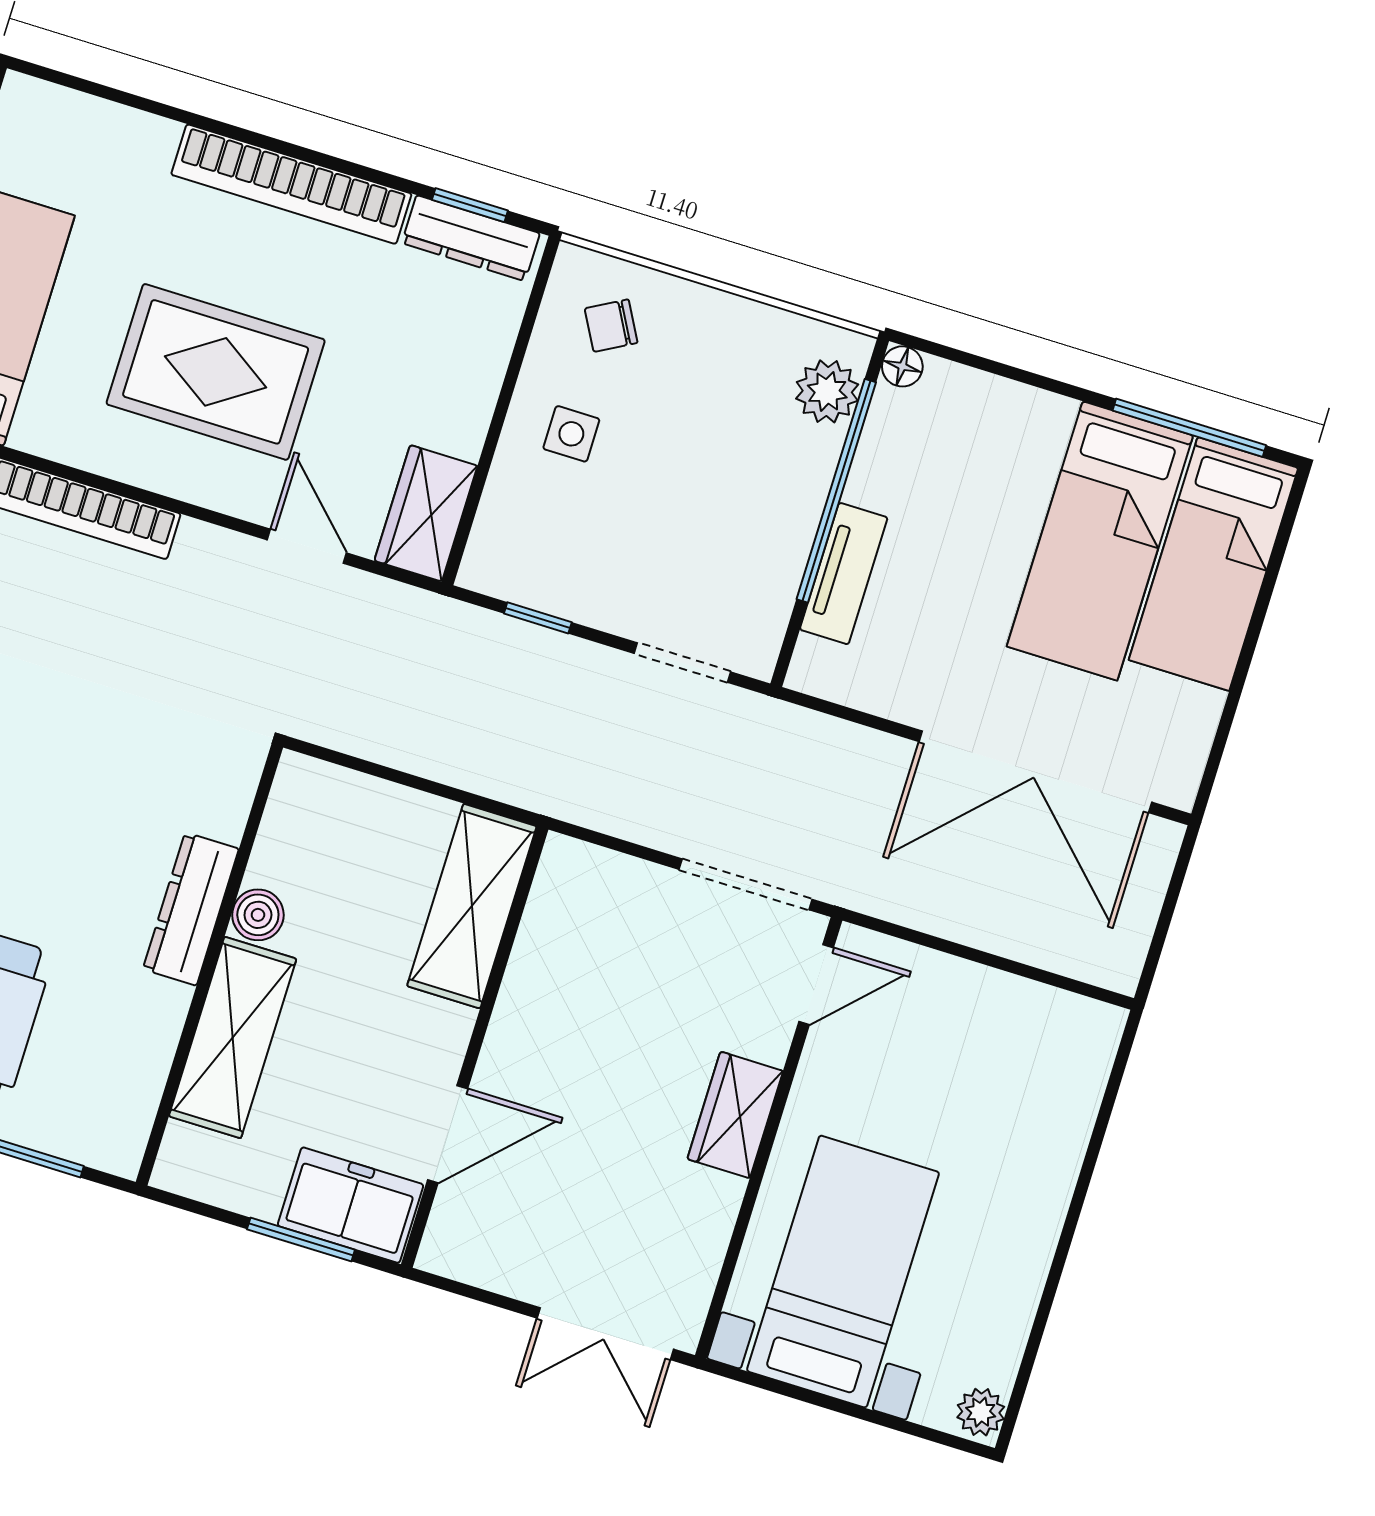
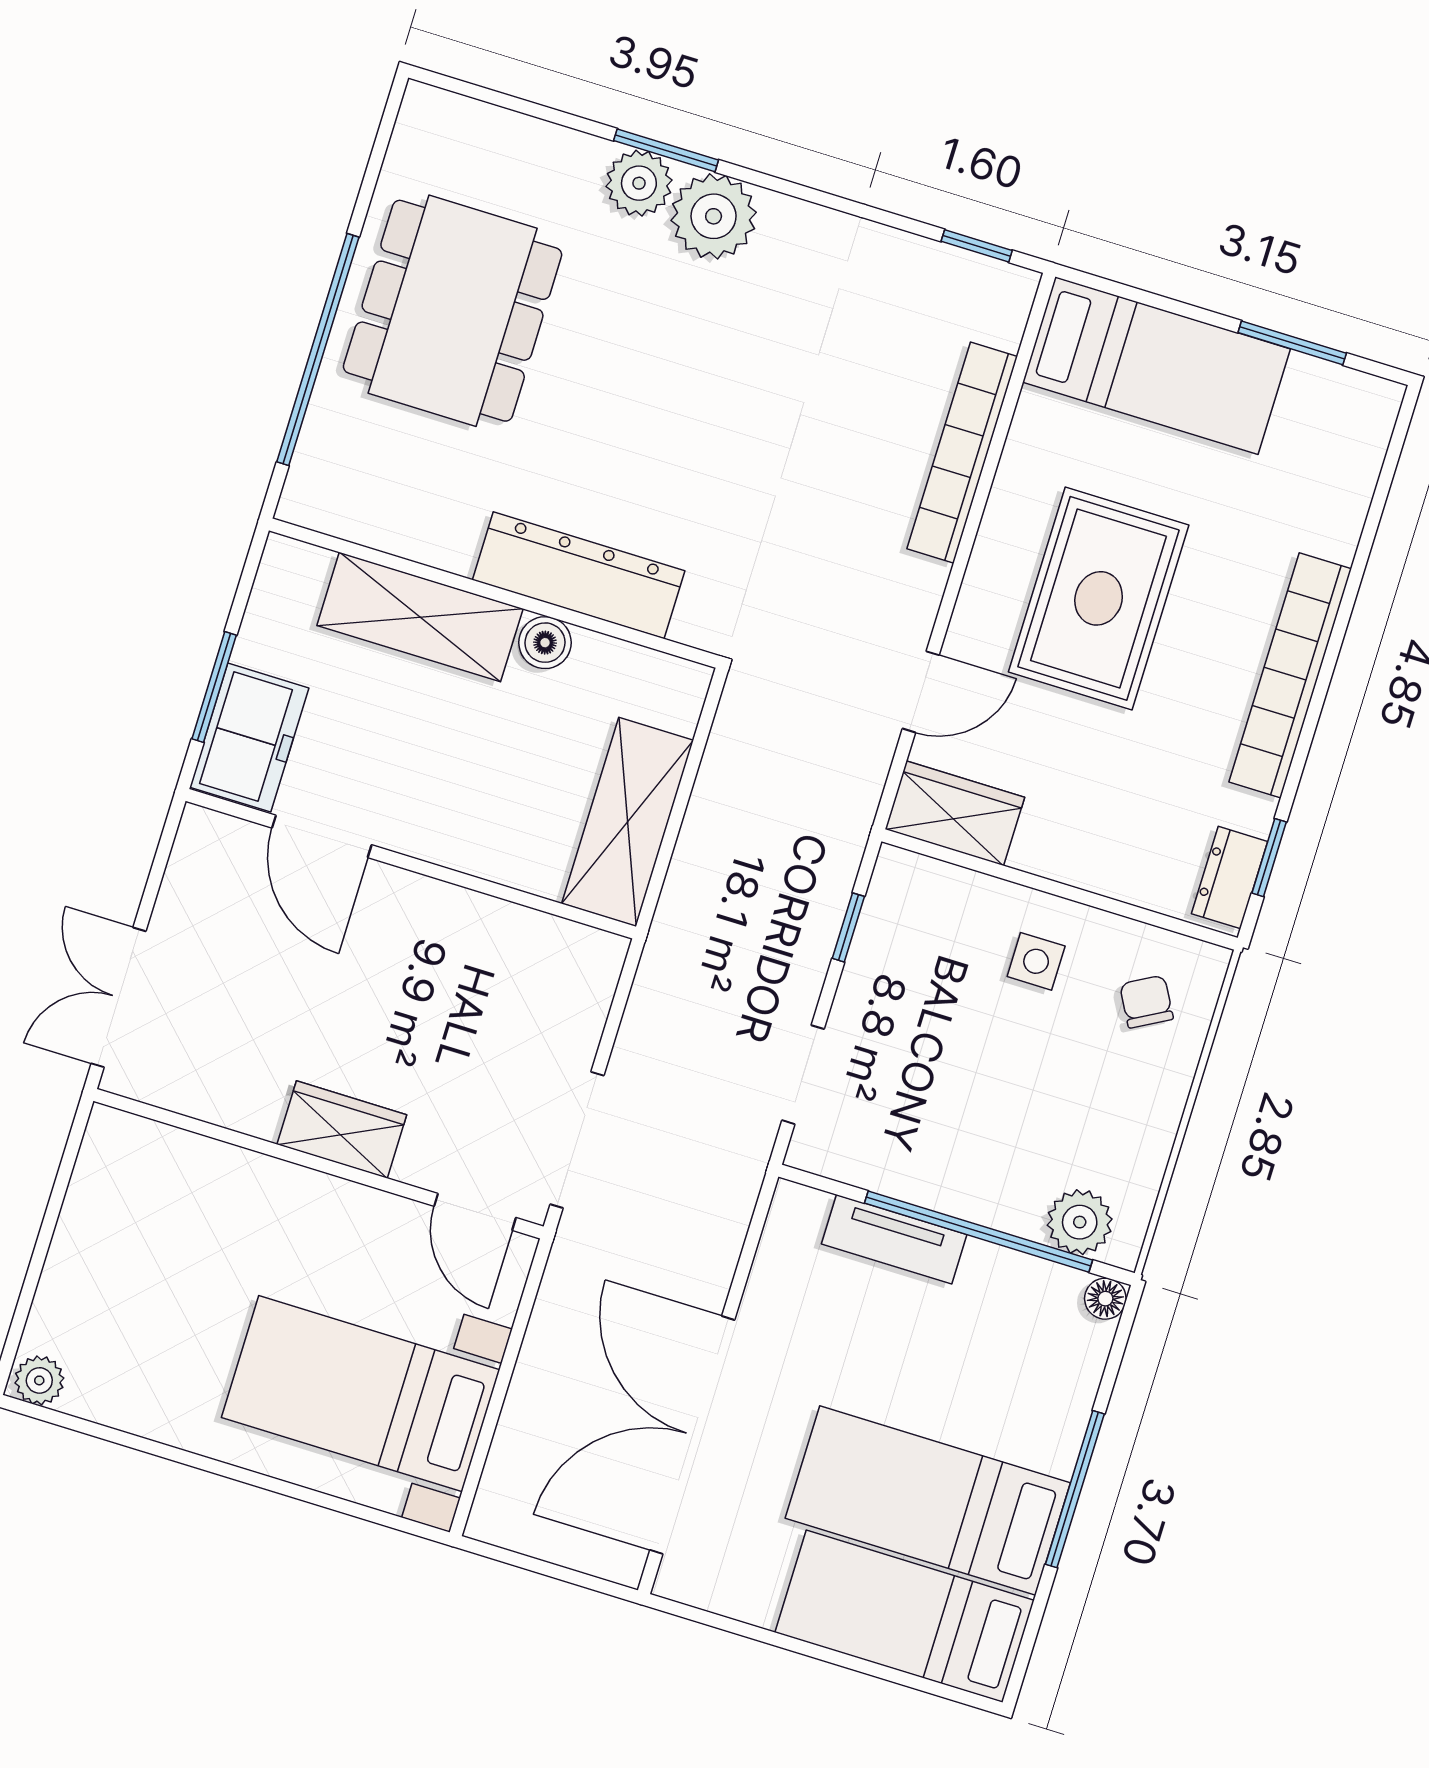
dresser: (471, 238) -> (1229, 878), width x0.70
window: (1189, 428) -> (1075, 1489), moved
shelving: (472, 906) -> (628, 822), moved, turned 90
dresser: (191, 909) -> (579, 575), width x1.37, depth x1.24
bed with nightstands: (843, 1272) -> (361, 1394), moved, turned 180

